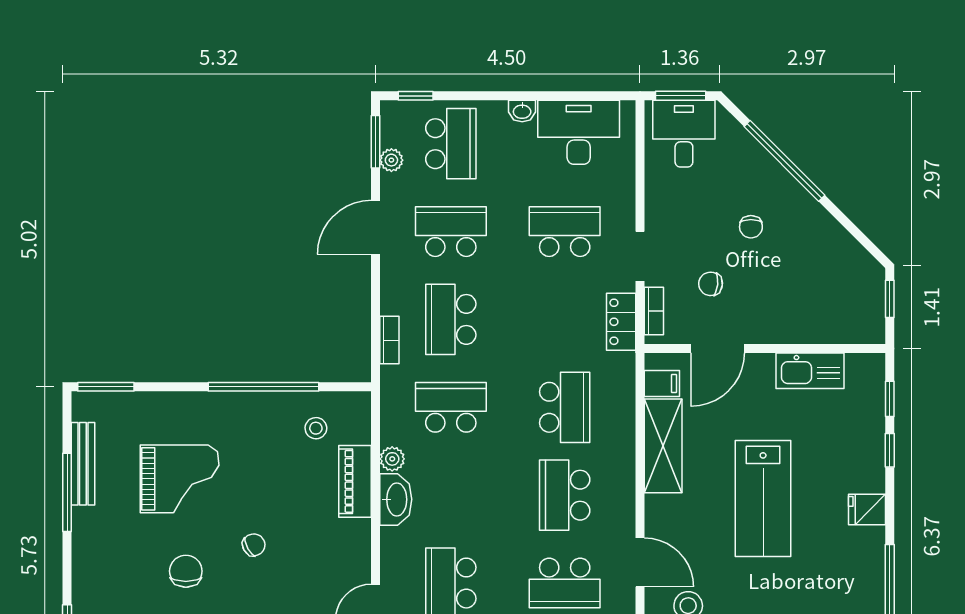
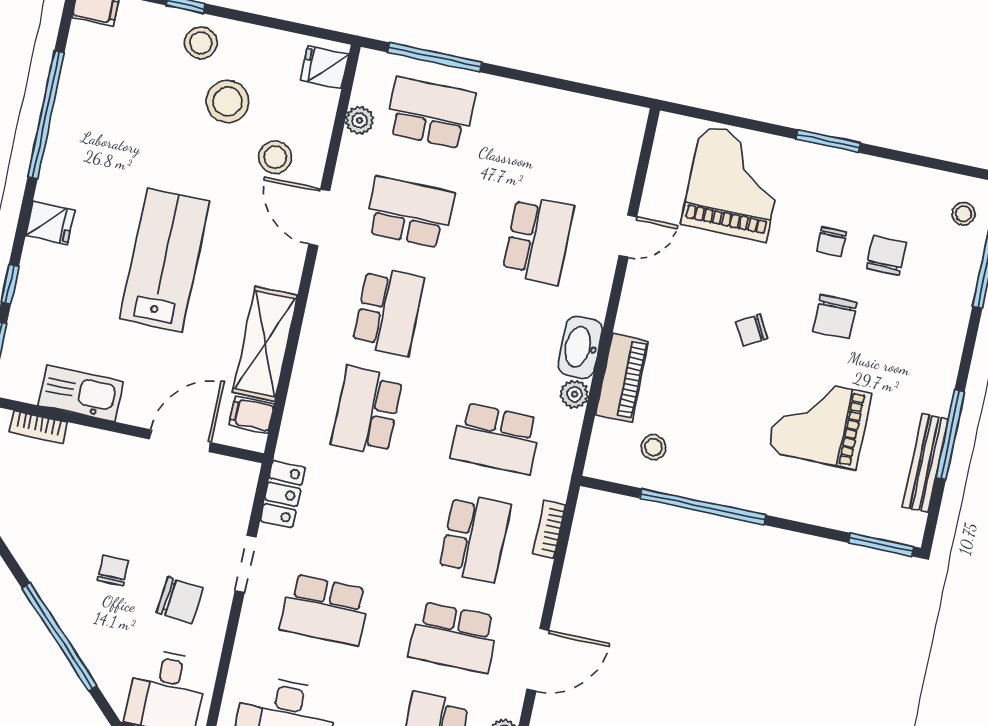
chair: (711, 284) -> (180, 600), moved, width x1.37, depth x1.37
bookcase: (654, 311) -> (38, 427), moved, turned -90

